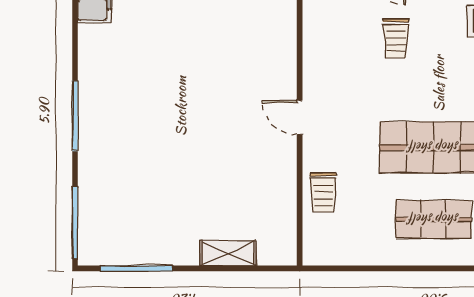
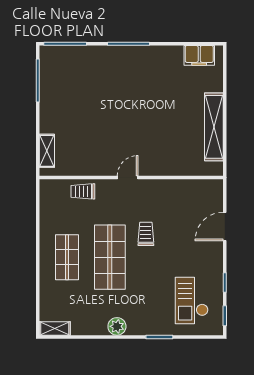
trolley: (396, 38) -> (146, 234), moved, turned 90
shelving: (228, 253) -> (47, 151), moved

